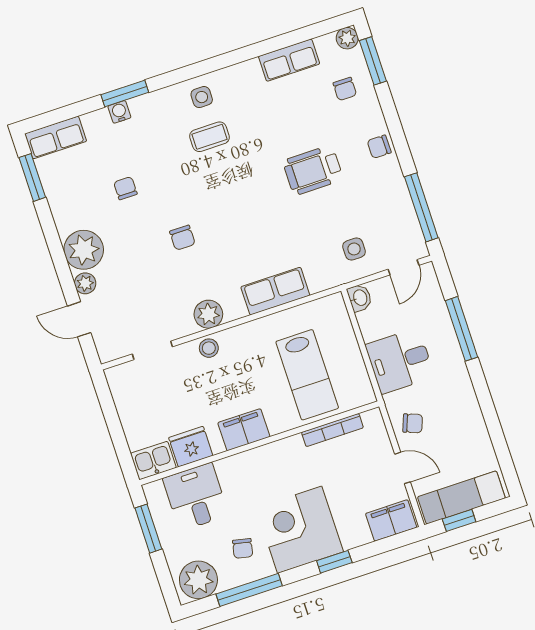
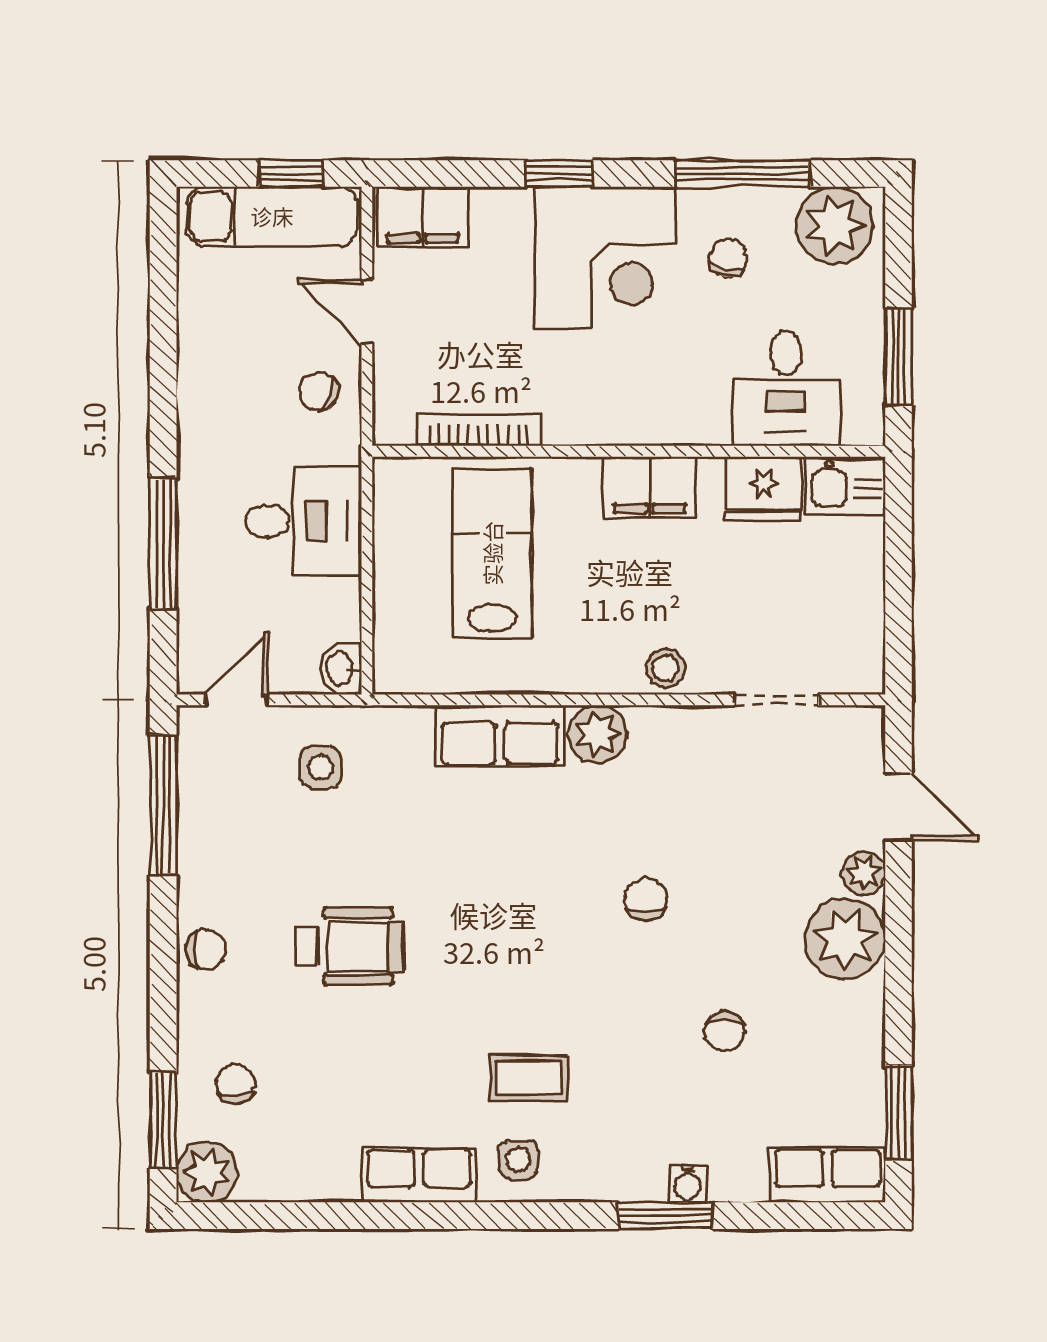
plant: (347, 38) -> (207, 1172), width x1.38, depth x1.38
row of seats: (289, 60) -> (419, 1175), moved
plant: (208, 314) -> (598, 734), moved

